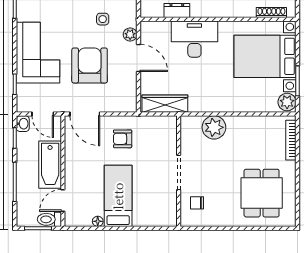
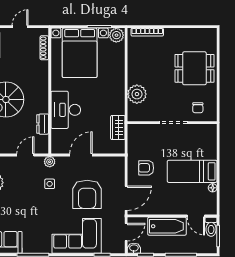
plant: (130, 34) -> (50, 162), moved
armchair: (90, 65) -> (87, 194), turned -90
wardrobe: (165, 104) -> (118, 128), width x0.67
armchair: (123, 139) -> (146, 168), turned 90
dining table: (262, 193) -> (194, 68), moved

